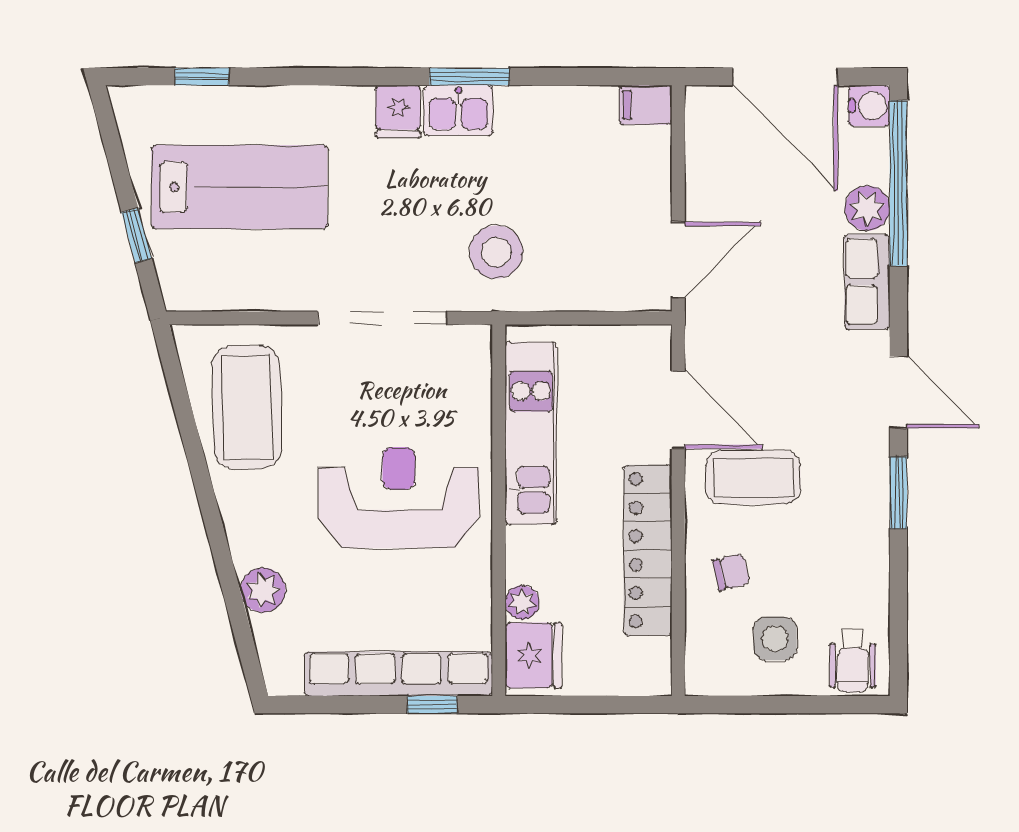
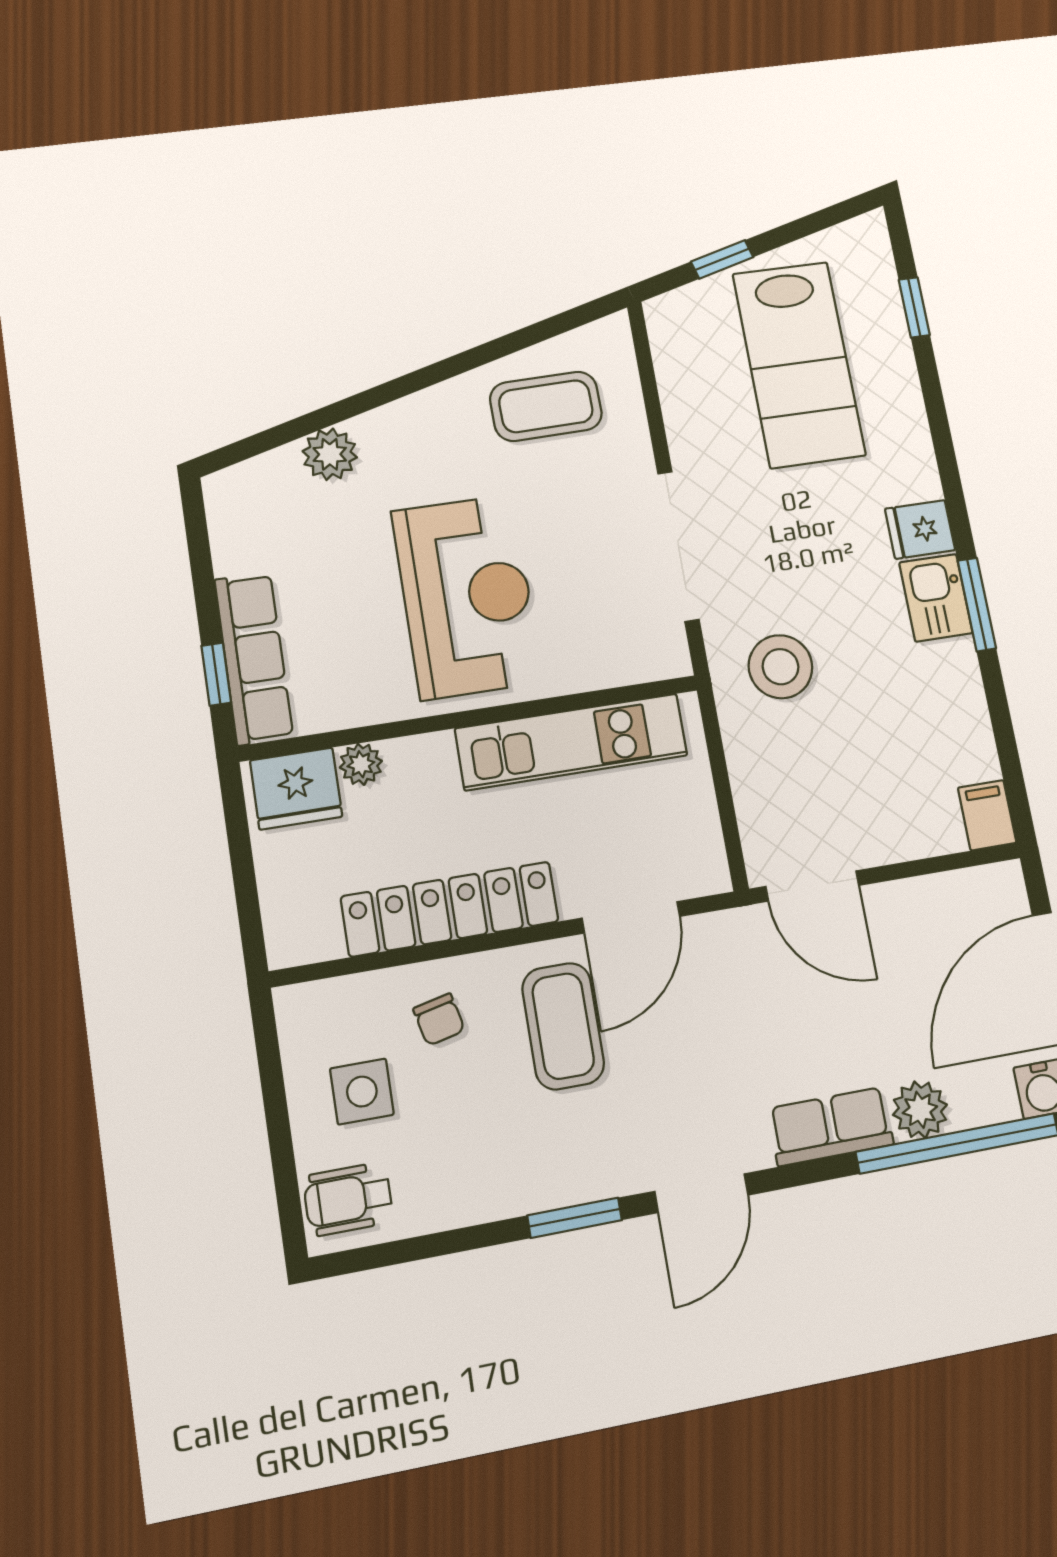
coffee table: (247, 407) -> (546, 406), width x0.73, depth x0.76
row of seats: (398, 674) -> (254, 658), width x0.73

